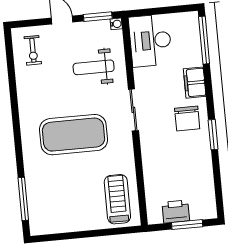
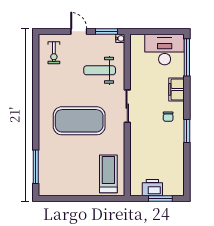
desk: (150, 41) -> (165, 50), moved, turned 90
chair: (187, 118) -> (168, 117), width x0.54, depth x0.54

